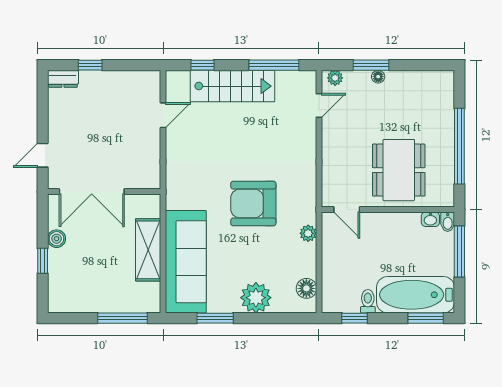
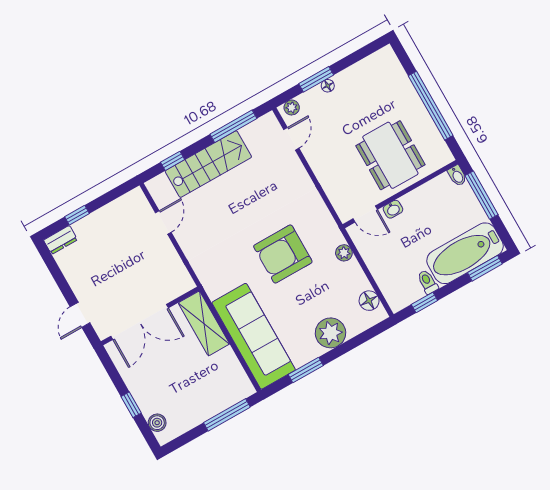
washbasin: (430, 219) -> (393, 209), moved
boiler: (57, 239) -> (157, 423), moved
shelving: (148, 250) -> (204, 323), moved

